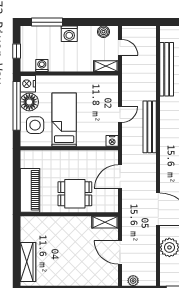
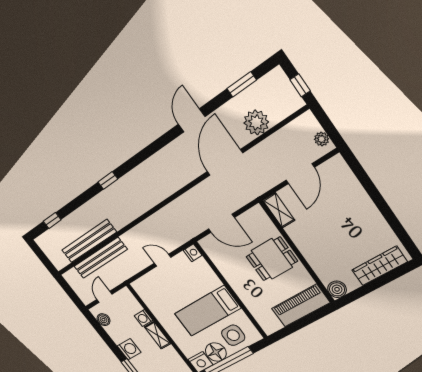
washing machine: (42, 65) -> (144, 318), moved
shelving: (106, 66) -> (158, 335), moved
bench: (150, 127) -> (100, 258), moved
dining table: (75, 194) -> (272, 259), turned 90
boiler: (28, 223) -> (337, 289), added

